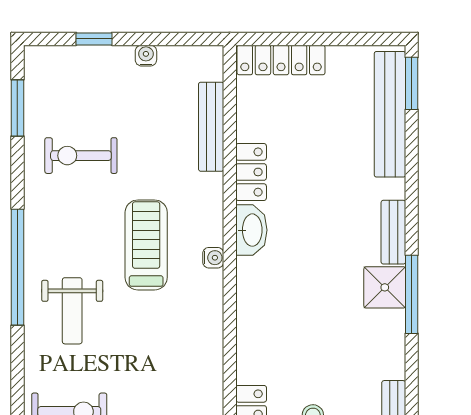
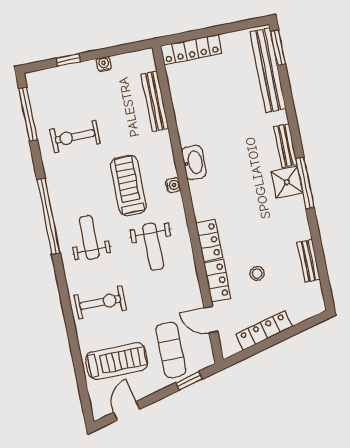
window: (17, 108) -> (28, 114), width x1.44
locker: (251, 172) -> (209, 240), moved
weight bench: (72, 311) -> (89, 237), turned 180
weight bench: (165, 344) -> (153, 247), added

